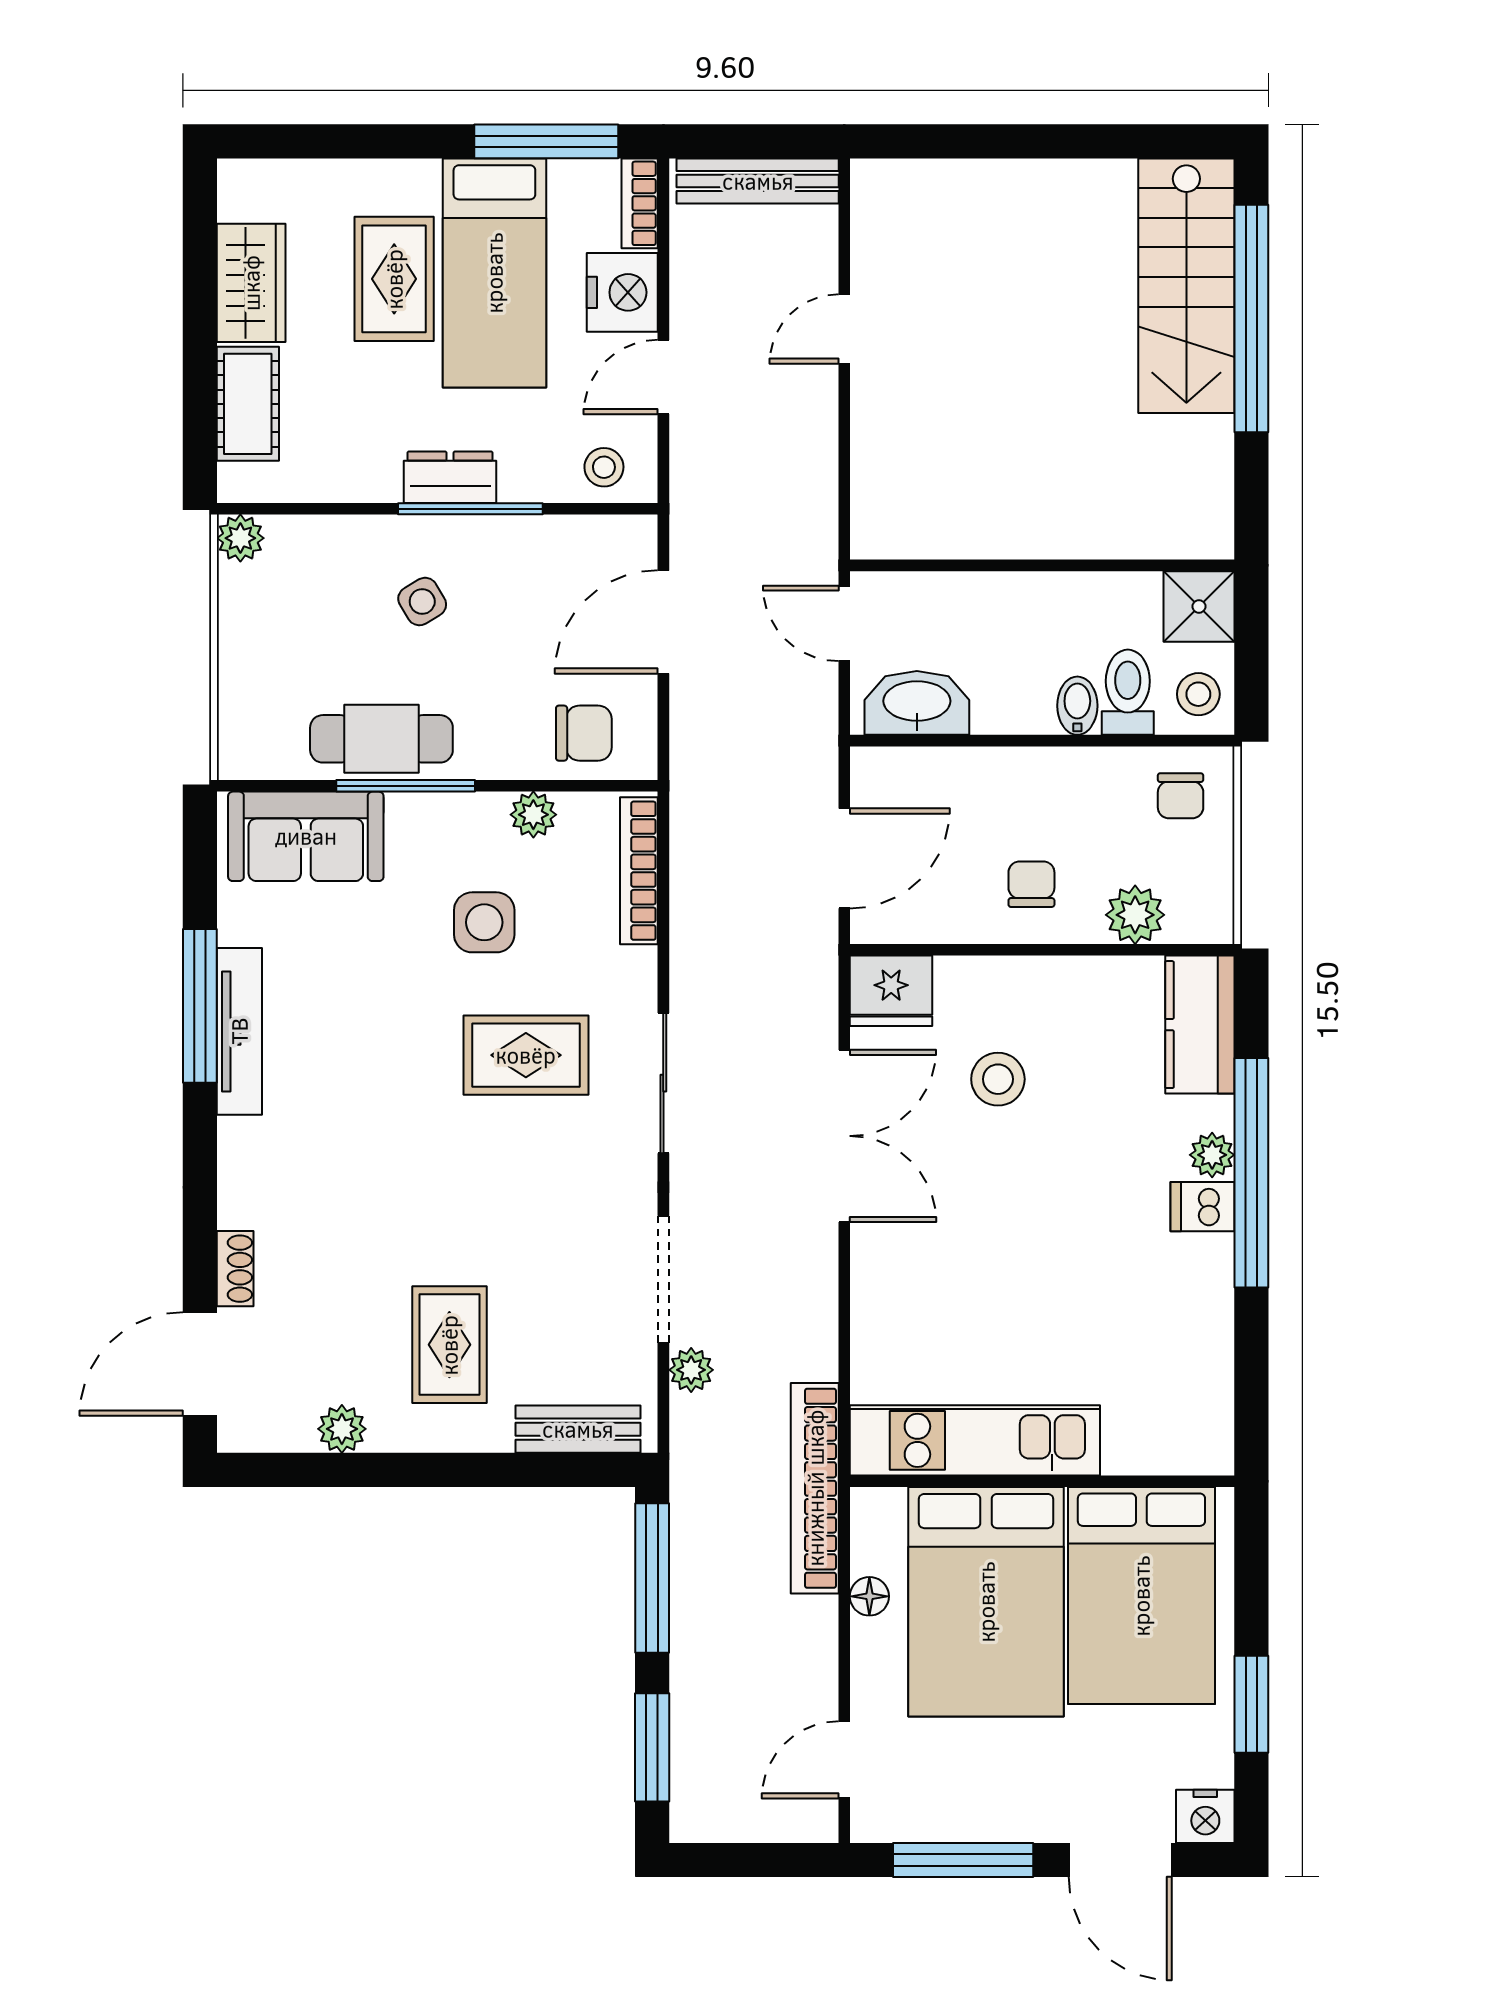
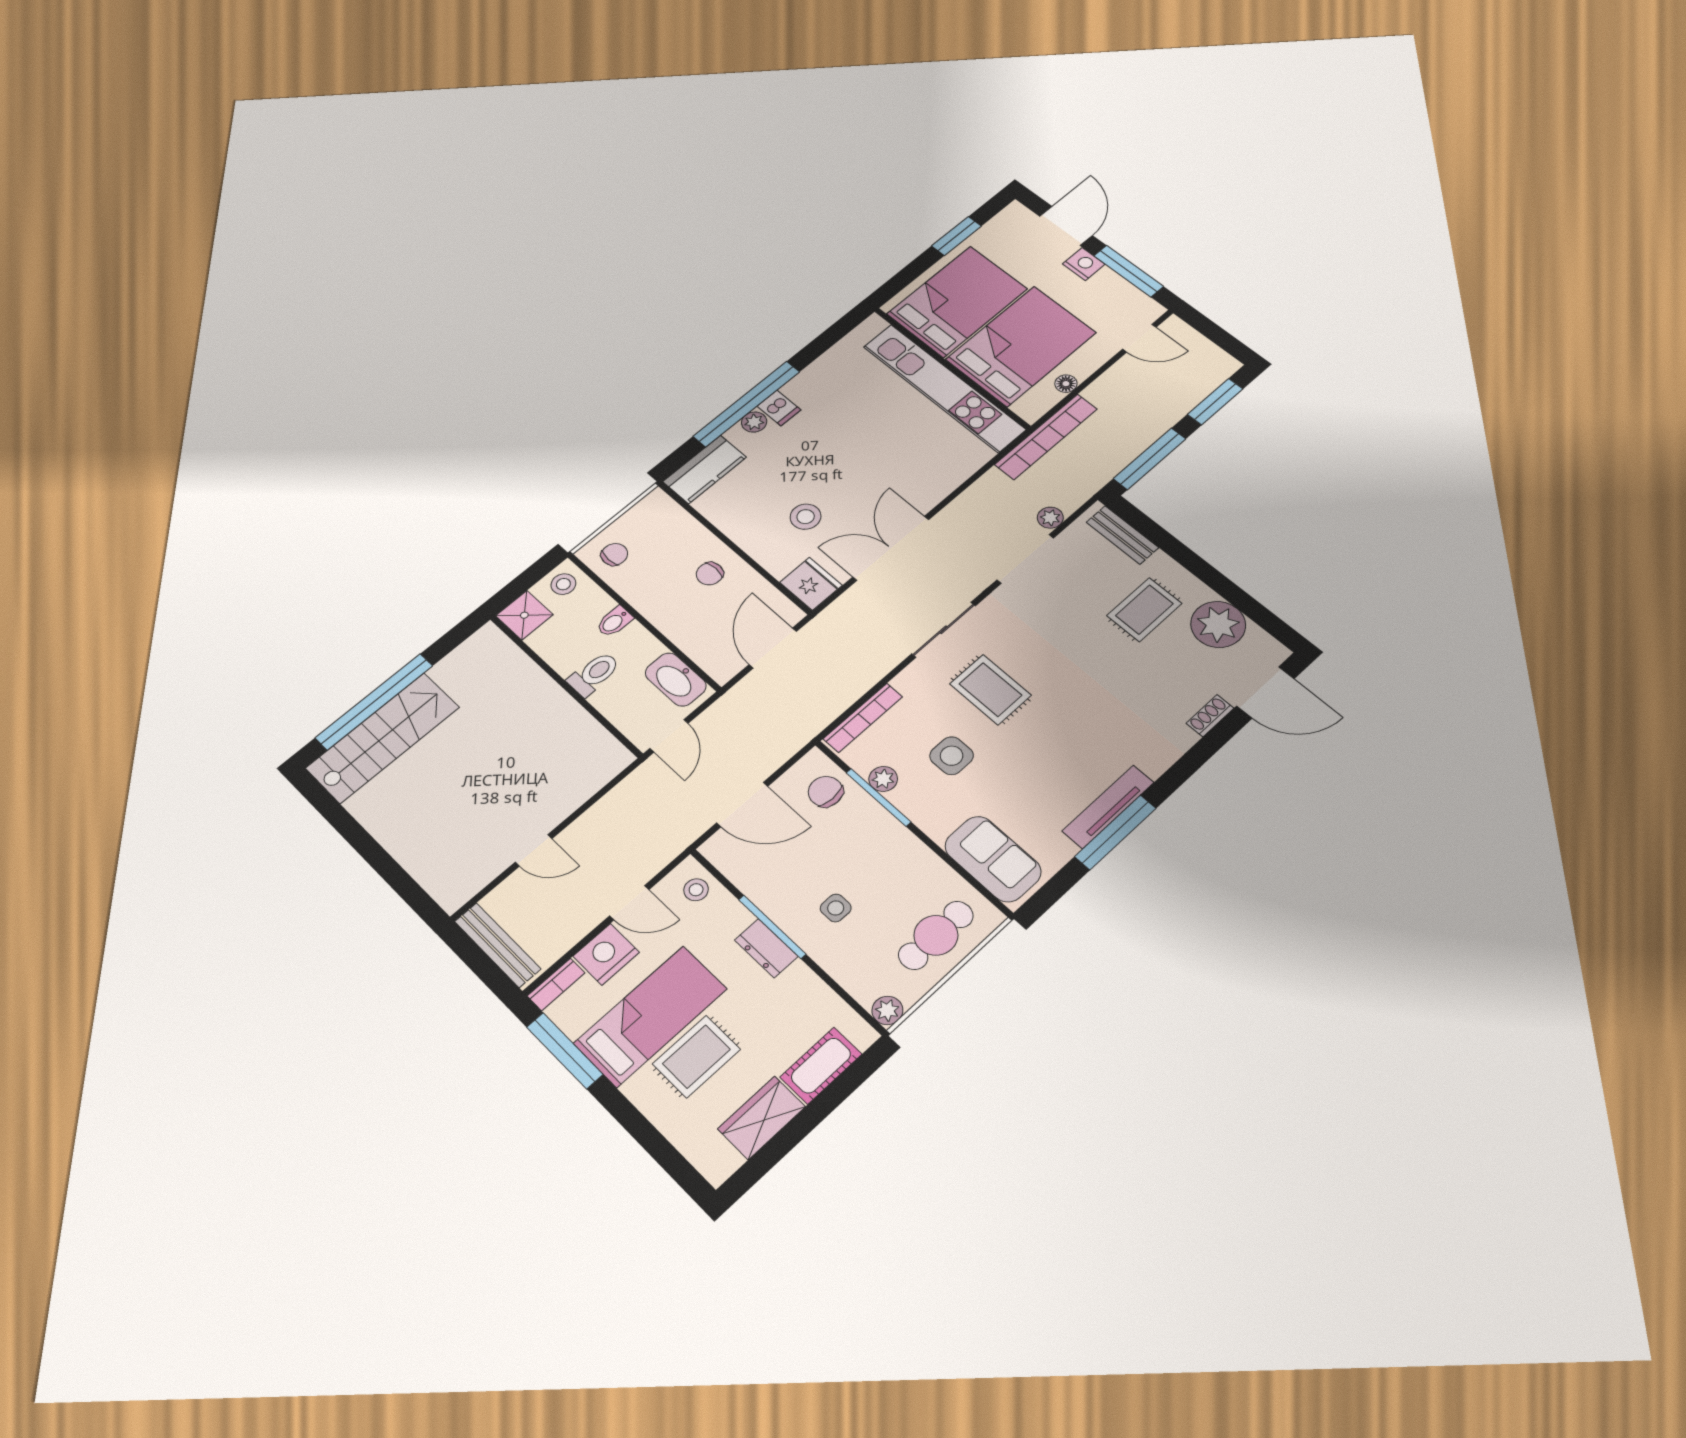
side table: (422, 602) -> (836, 908), turned 31
toilet: (1128, 692) -> (594, 674), moved, turned 180
cafe table: (381, 739) -> (936, 935), moved, turned 90
window: (406, 786) -> (878, 797), moved
door: (844, 858) -> (773, 648), hinge flipped
plant: (1135, 915) -> (683, 528), removed
plant: (342, 1429) -> (1218, 624), width x1.87, depth x1.87
kitchen unit: (975, 1440) -> (944, 388), width x1.36
nightstand: (1205, 1816) -> (1084, 264), moved

